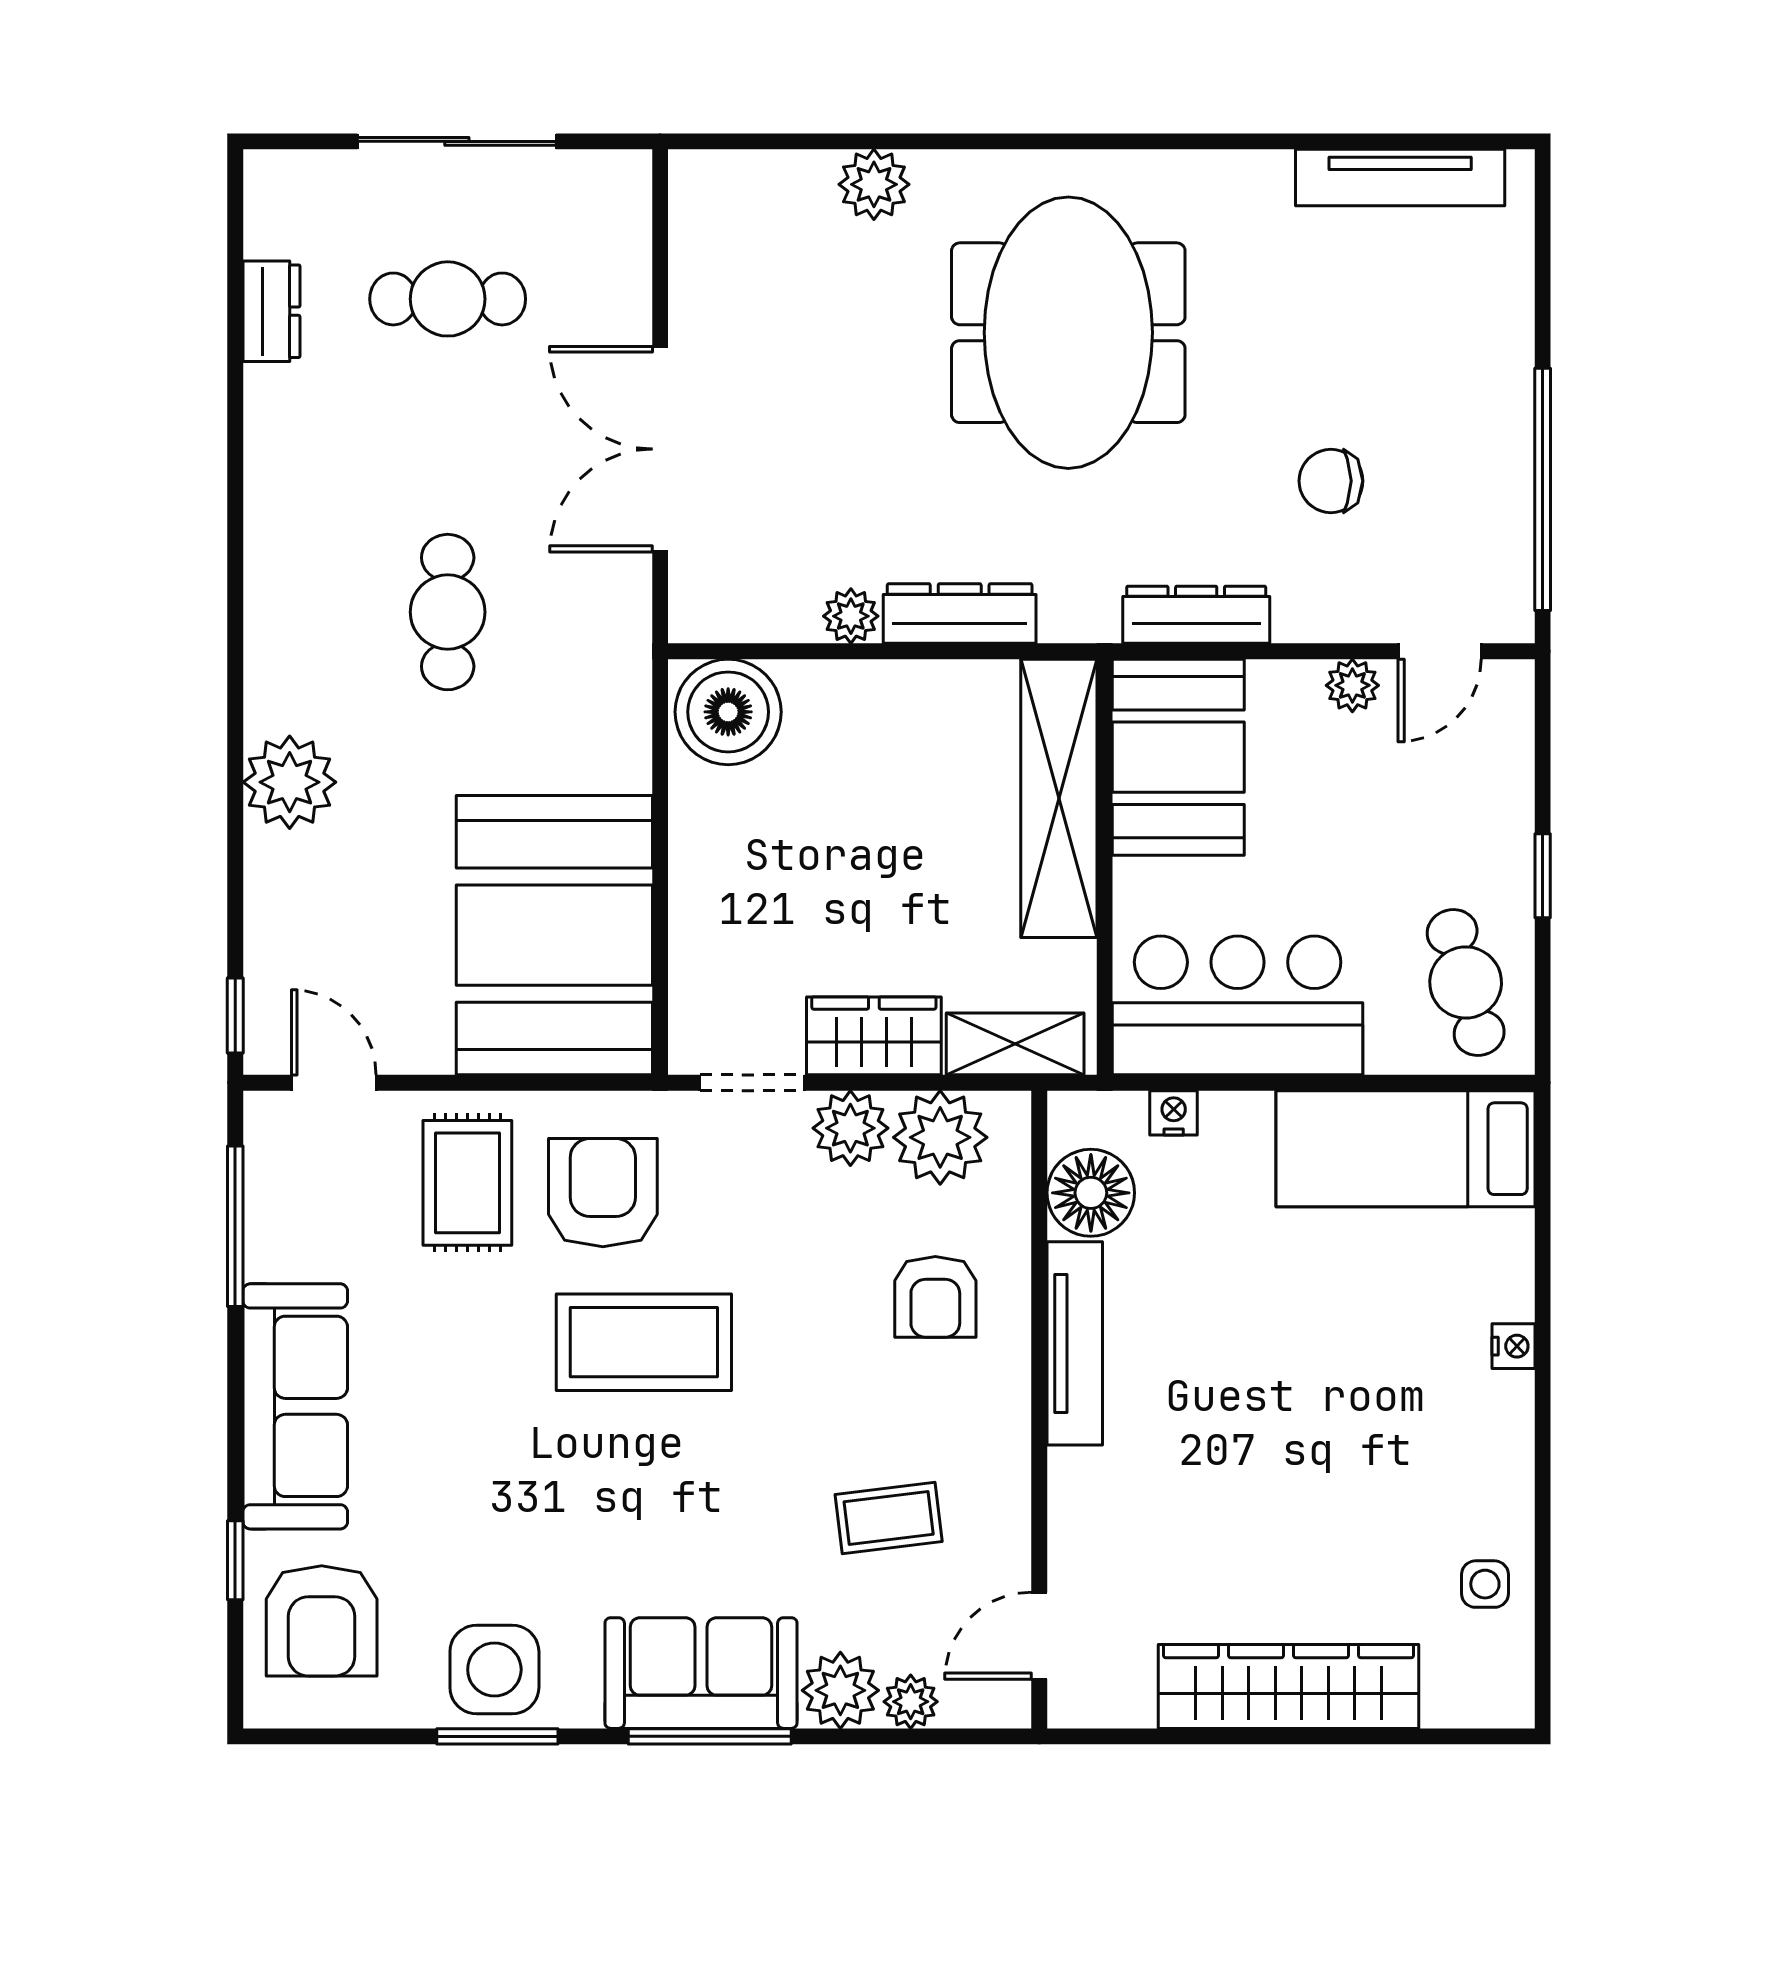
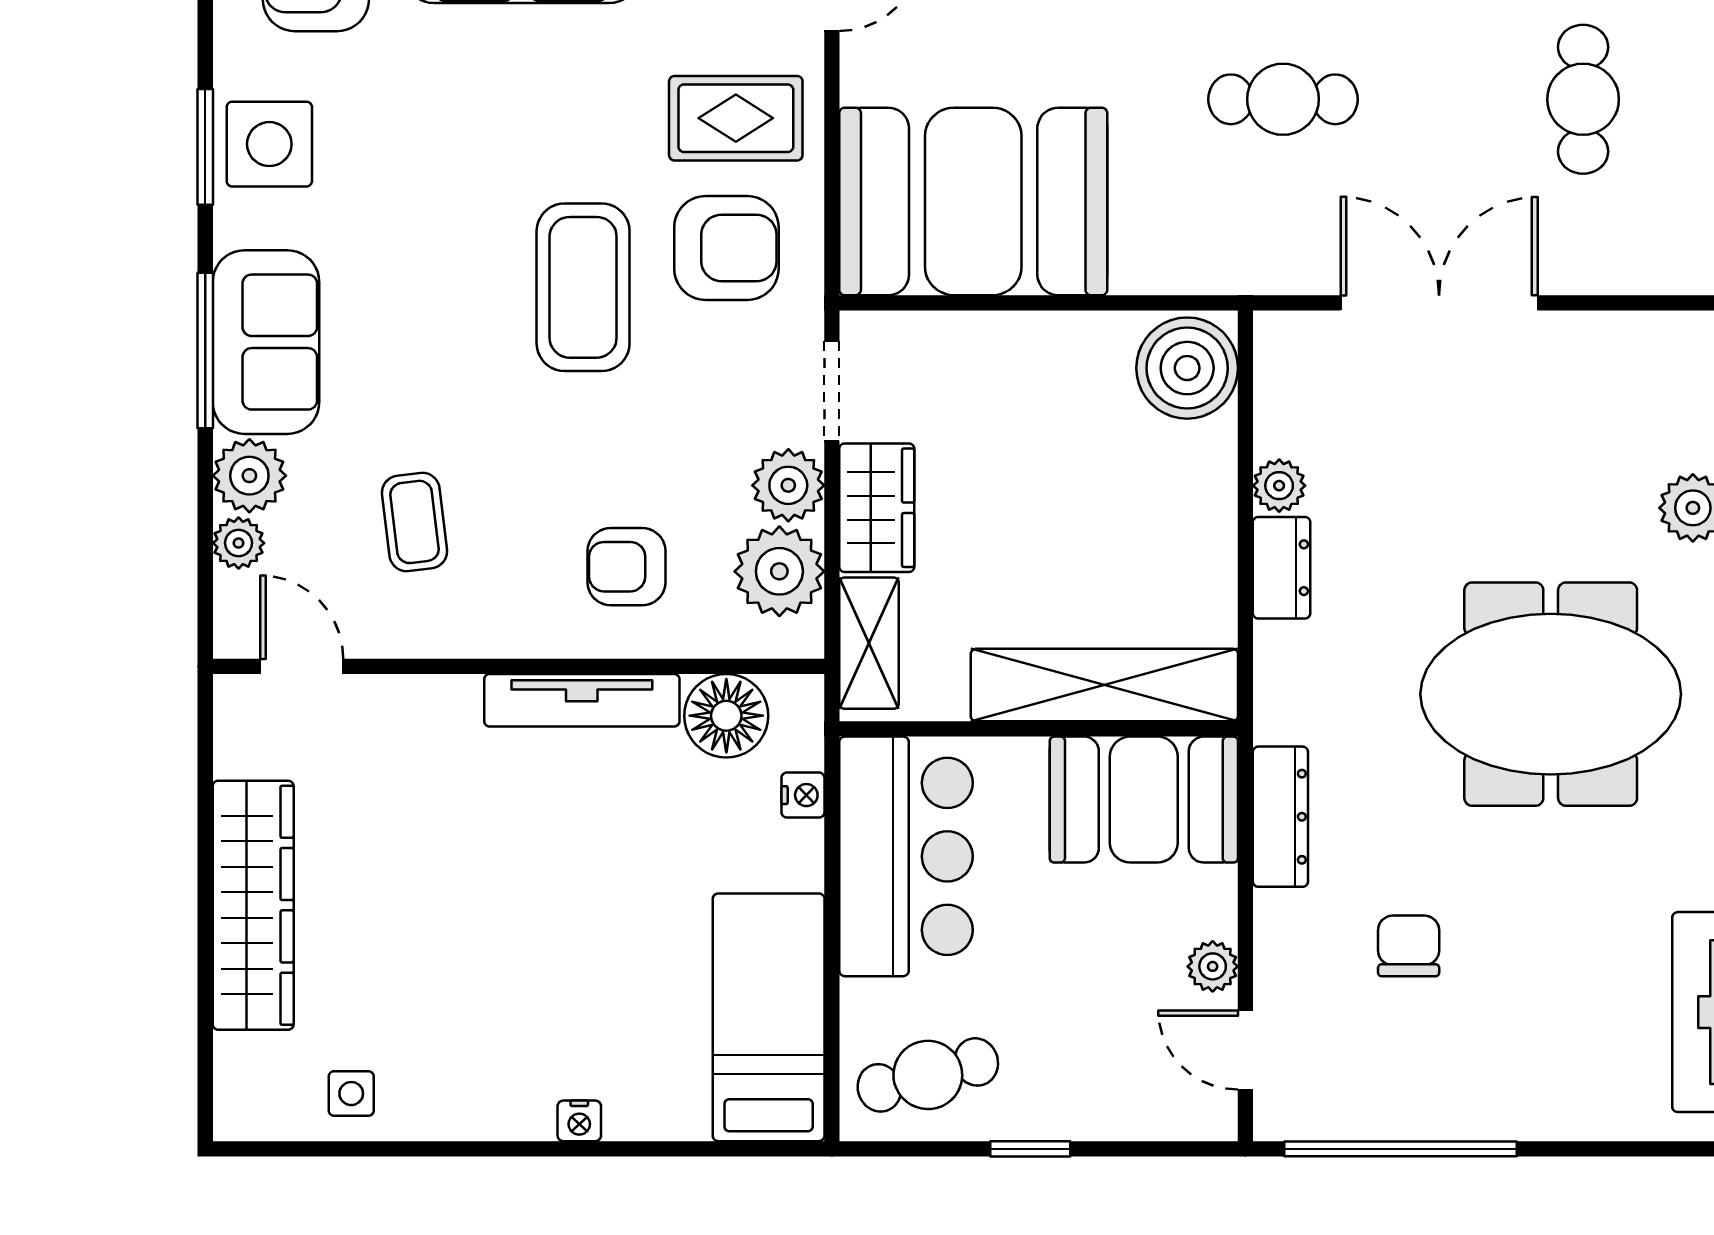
dresser: (960, 614) -> (1282, 568), width x0.70

